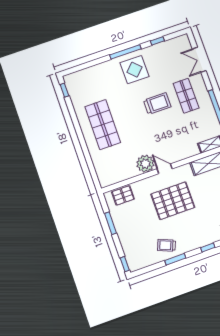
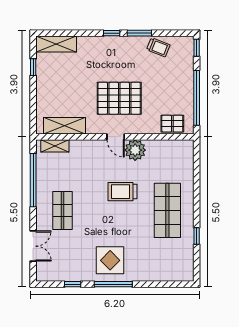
window: (64, 90) -> (197, 236), moved
trolley: (157, 103) -> (122, 192), moved
window: (111, 223) -> (197, 98), width x2.11
trolley: (166, 245) -> (158, 47), moved
window: (208, 247) -> (112, 33), moved

